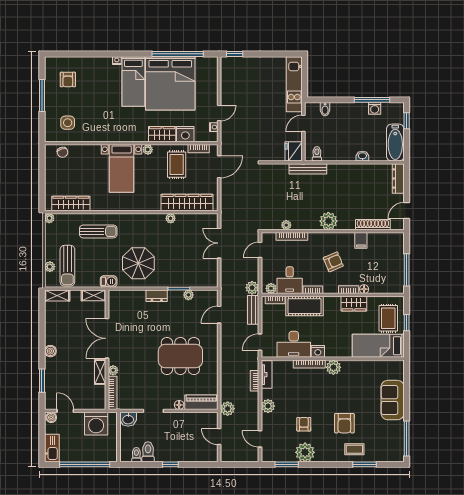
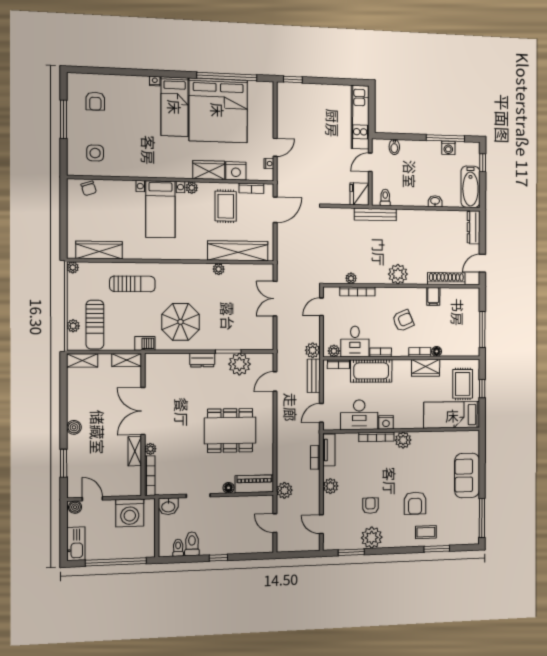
plant: (188, 295) -> (239, 364), width x1.88, depth x1.88

